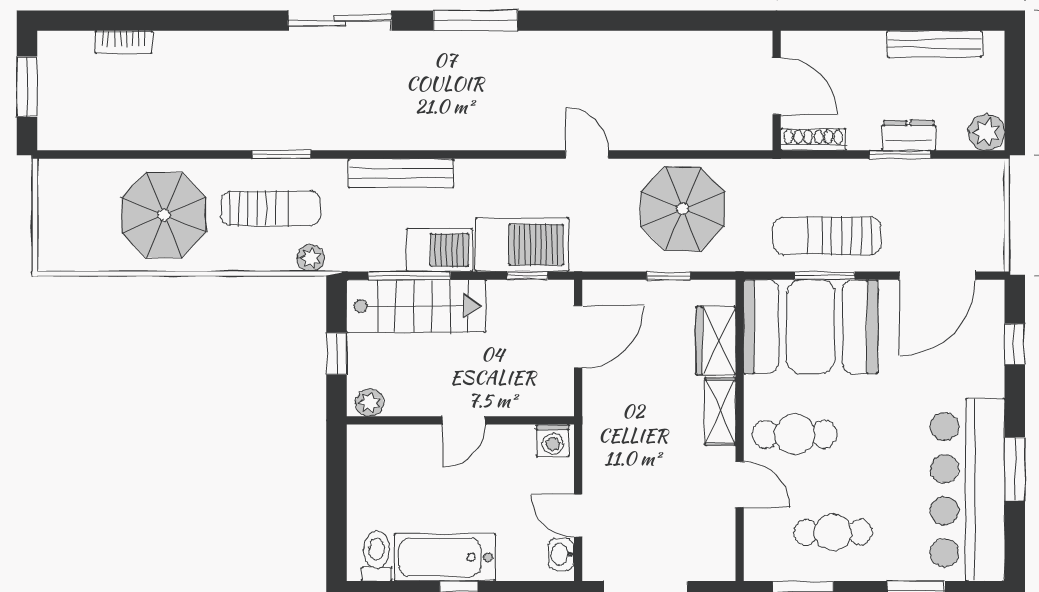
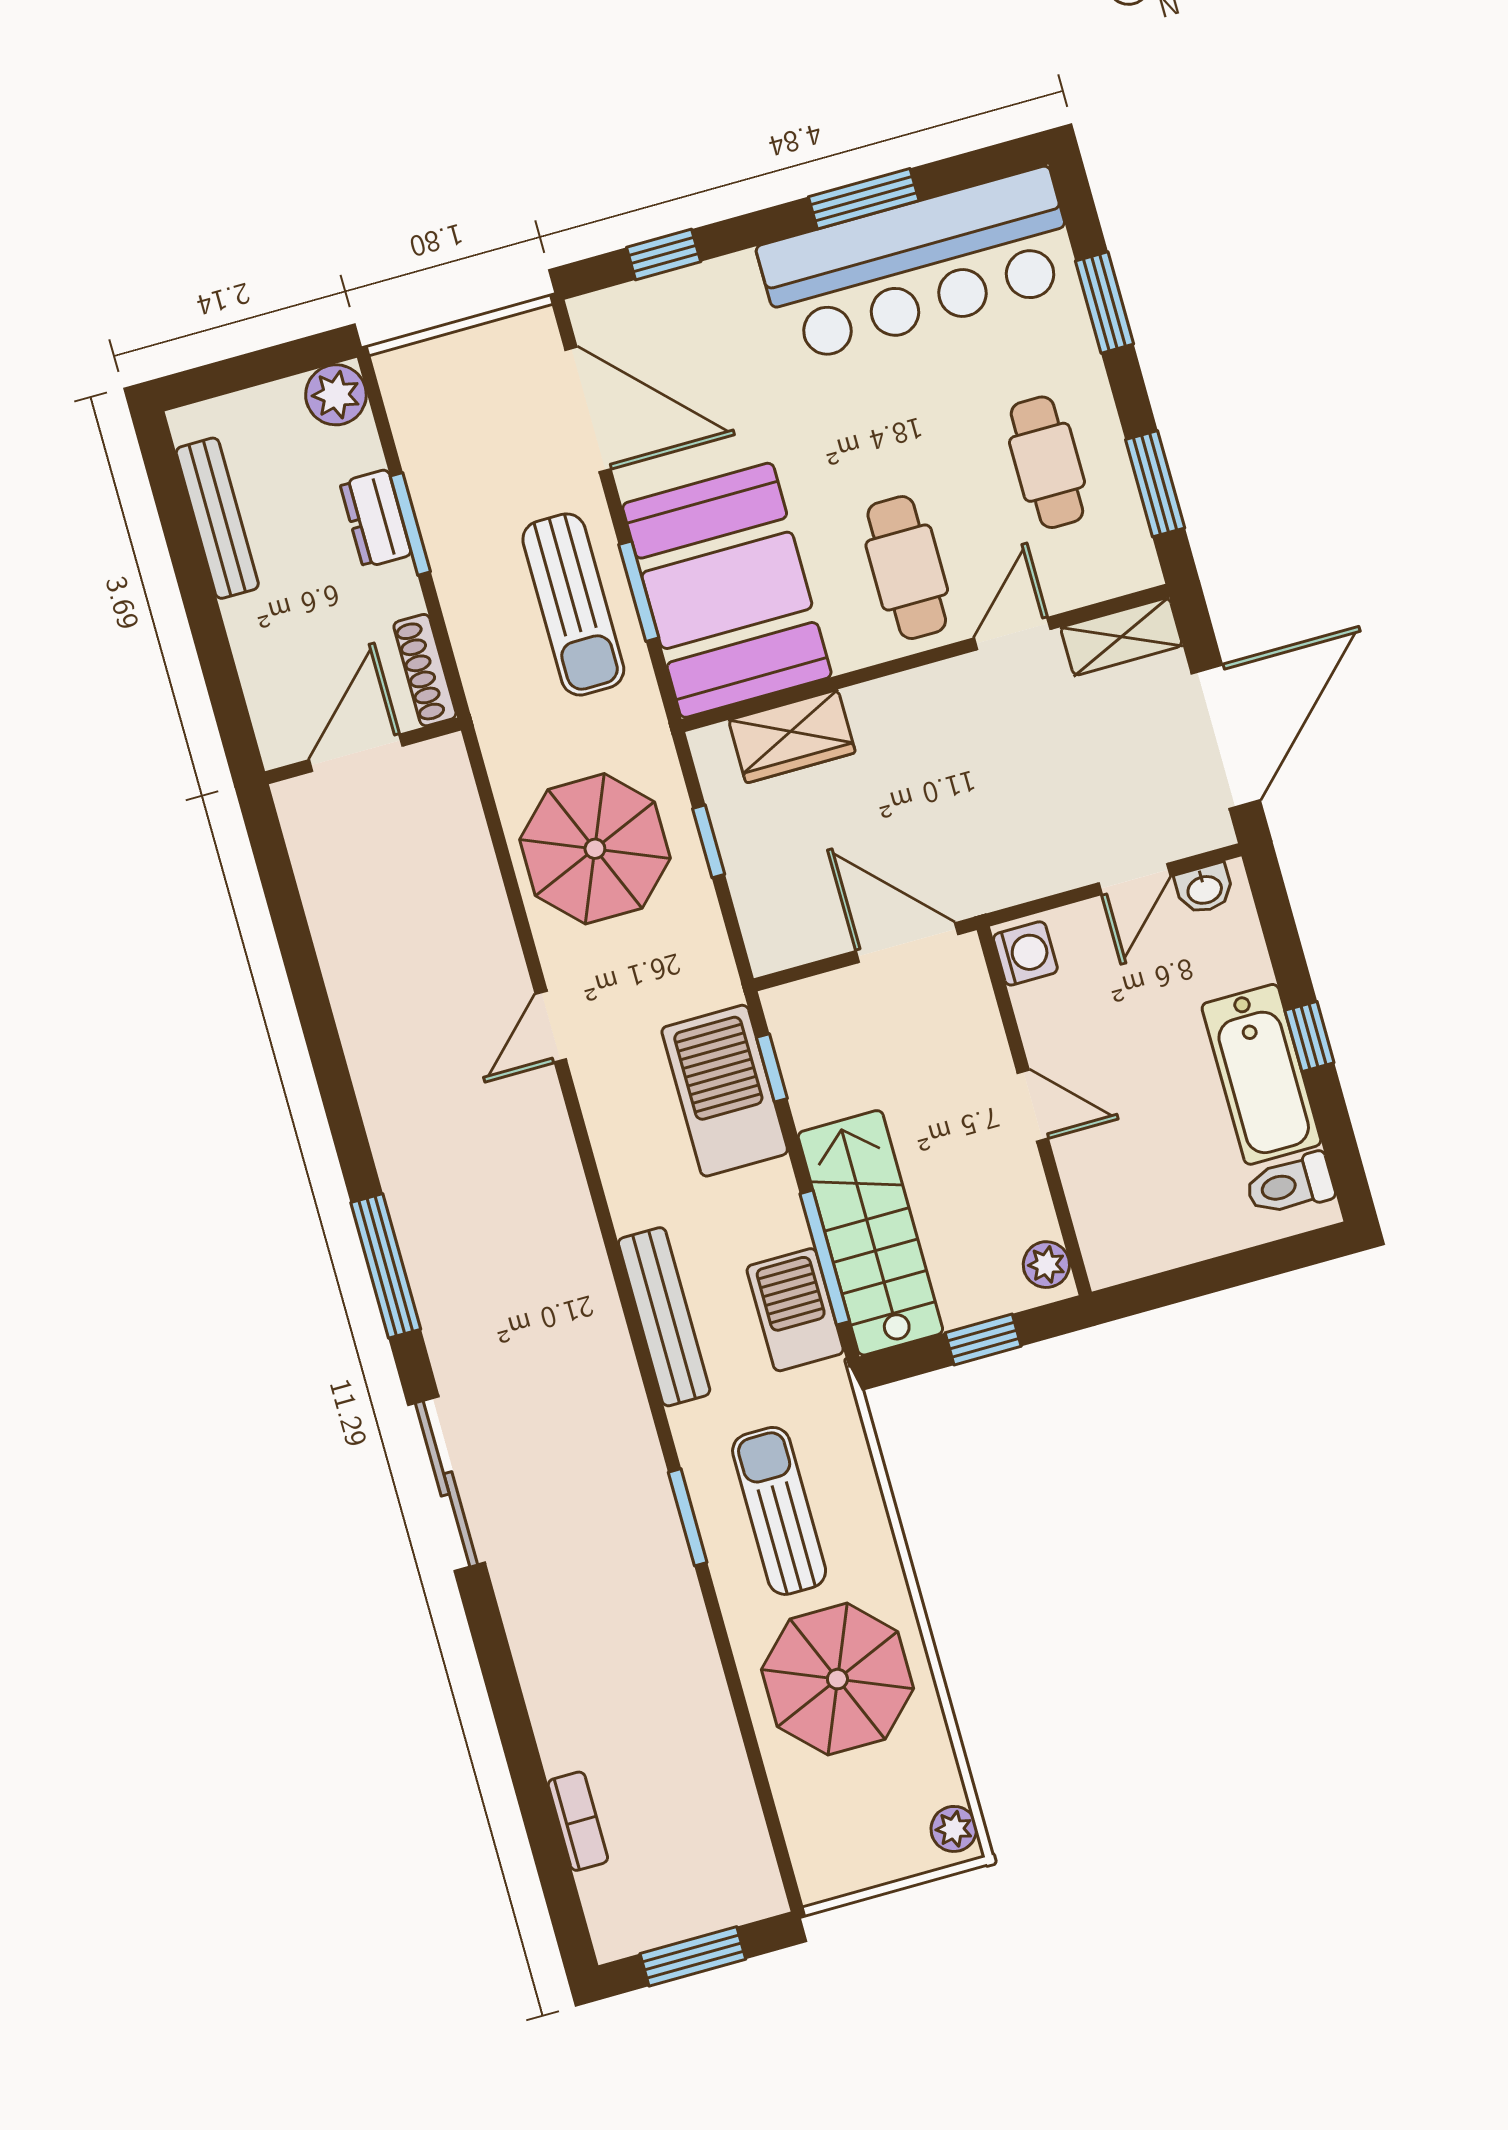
barbecue: (440, 250) -> (795, 1310), moved
plant: (311, 258) -> (954, 1829), moved
door: (578, 337) -> (907, 943), moved
shelving: (720, 411) -> (1121, 637), moved

